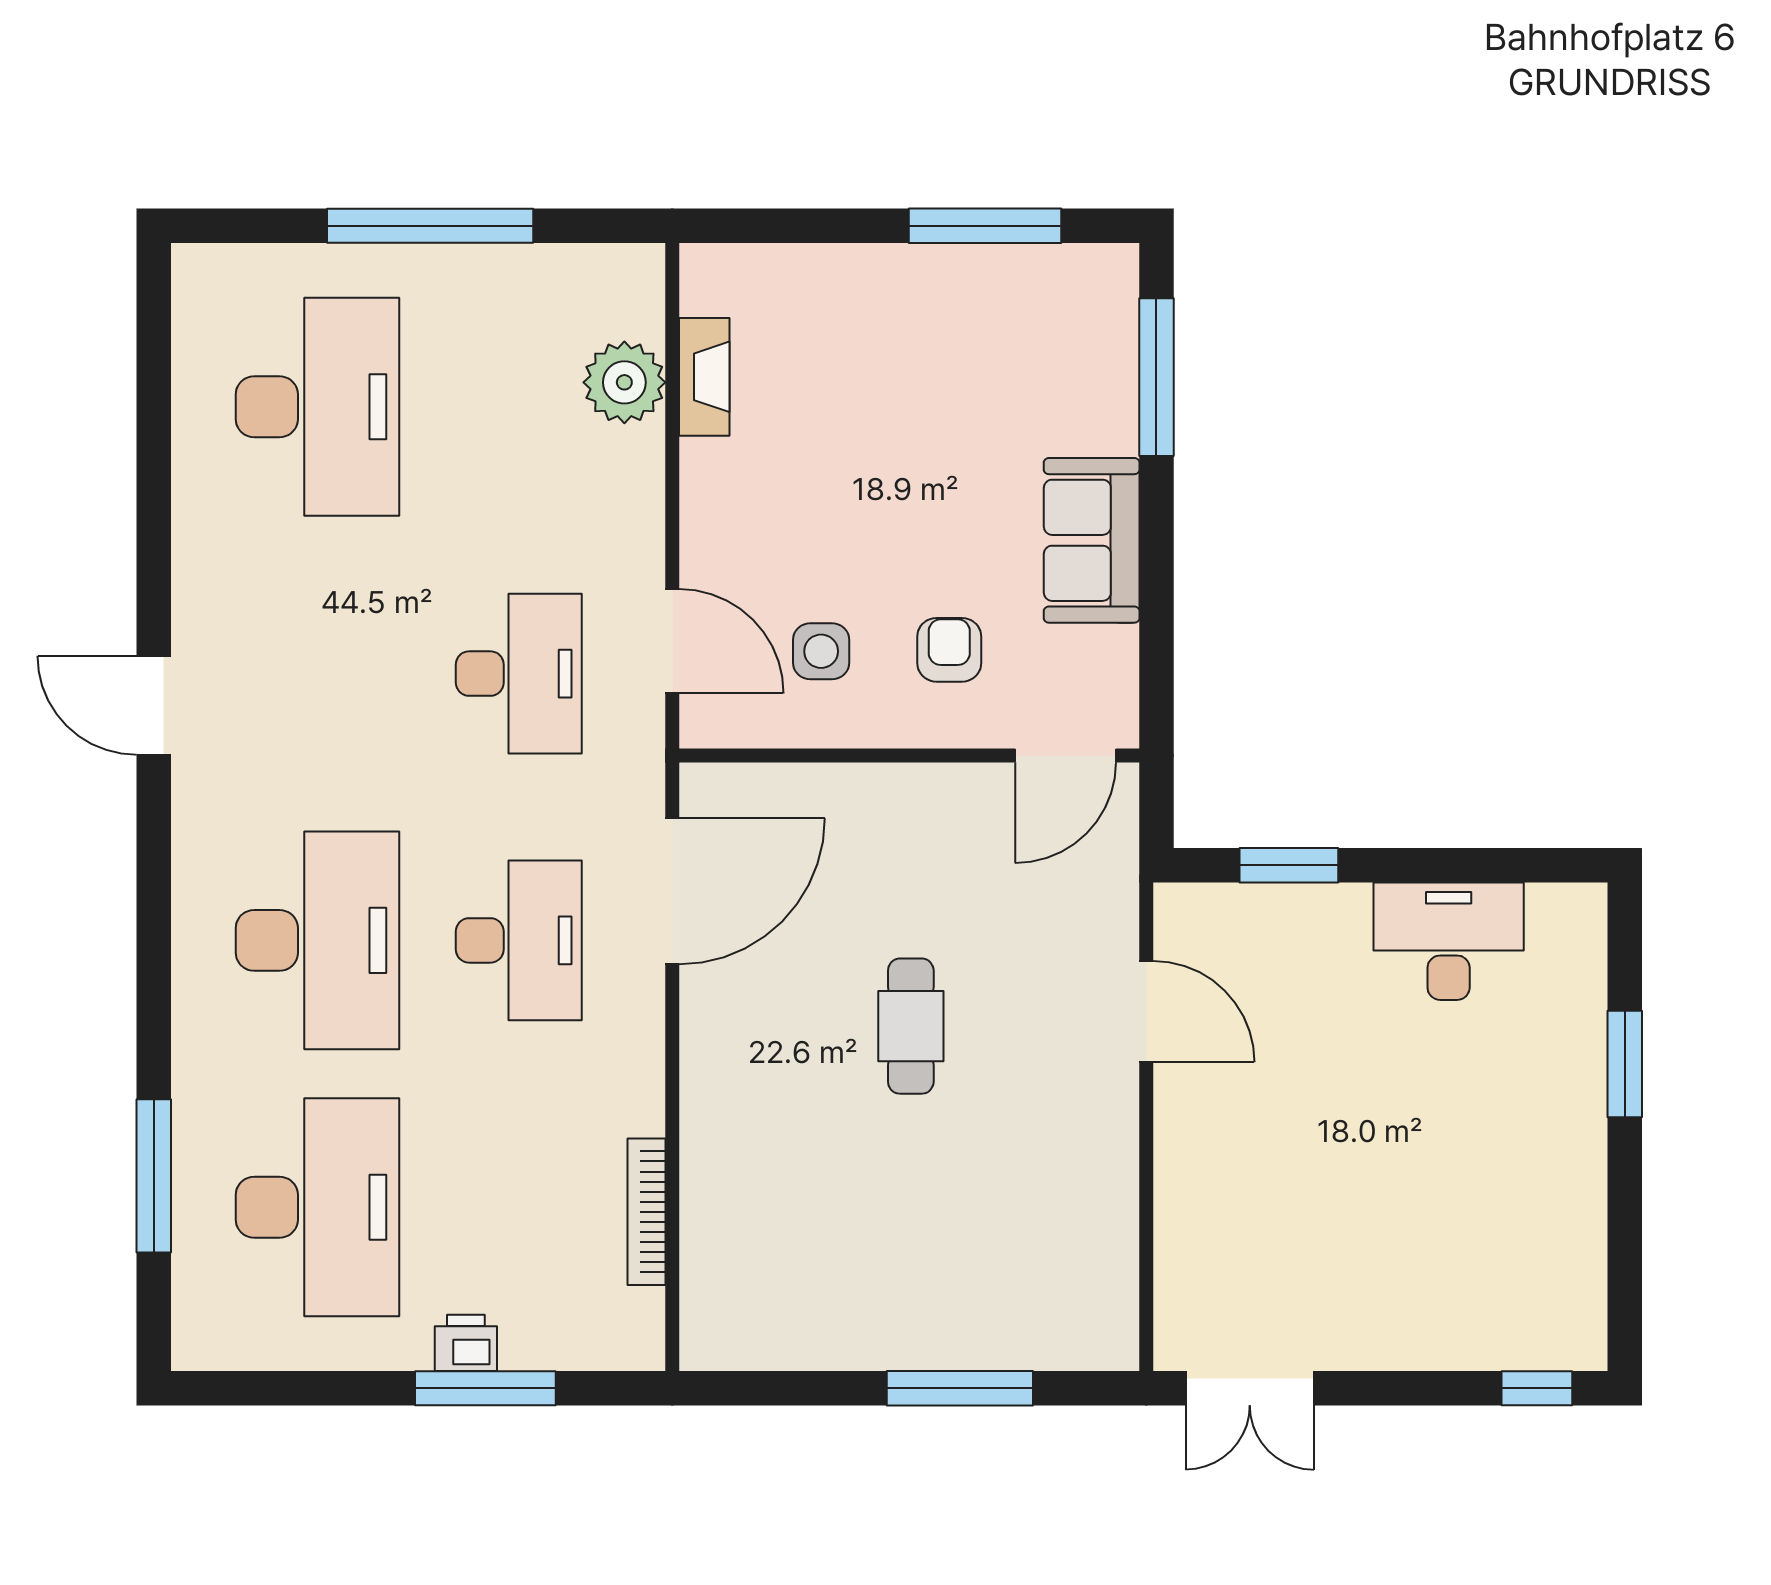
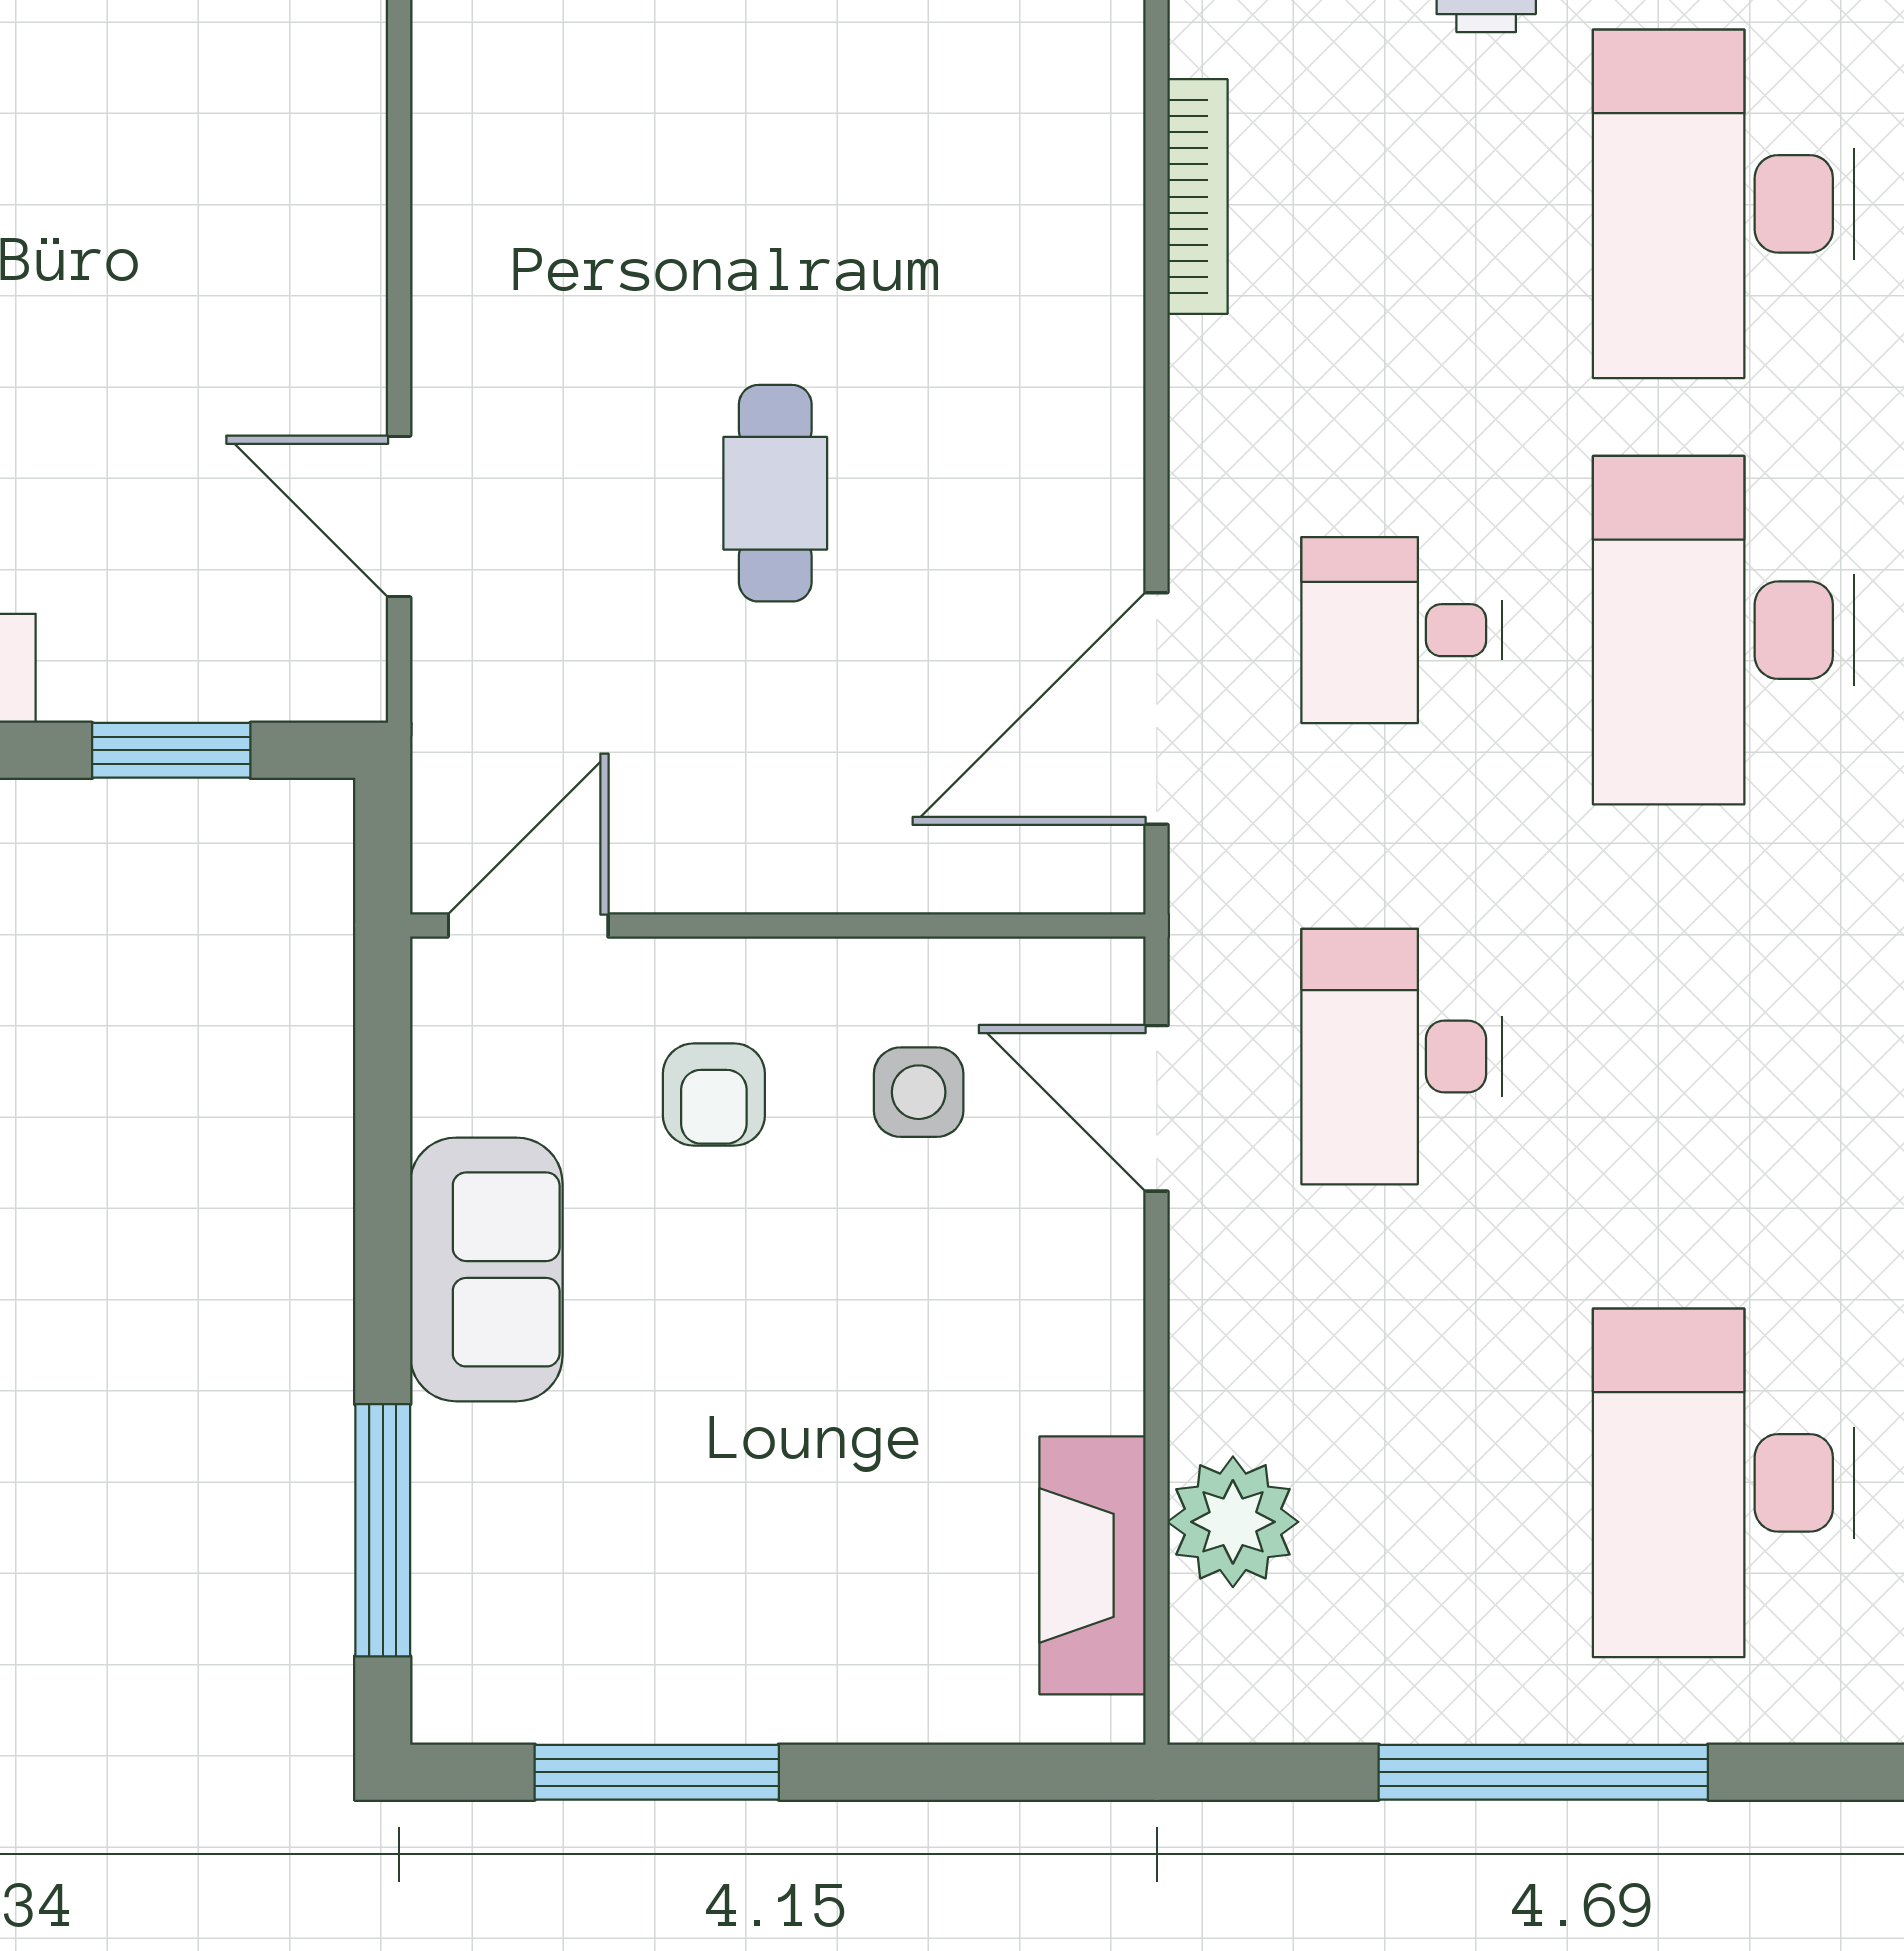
fireplace: (704, 377) -> (1093, 1565), width x1.37, depth x1.32
desk: (519, 940) -> (1402, 630), width x0.73

